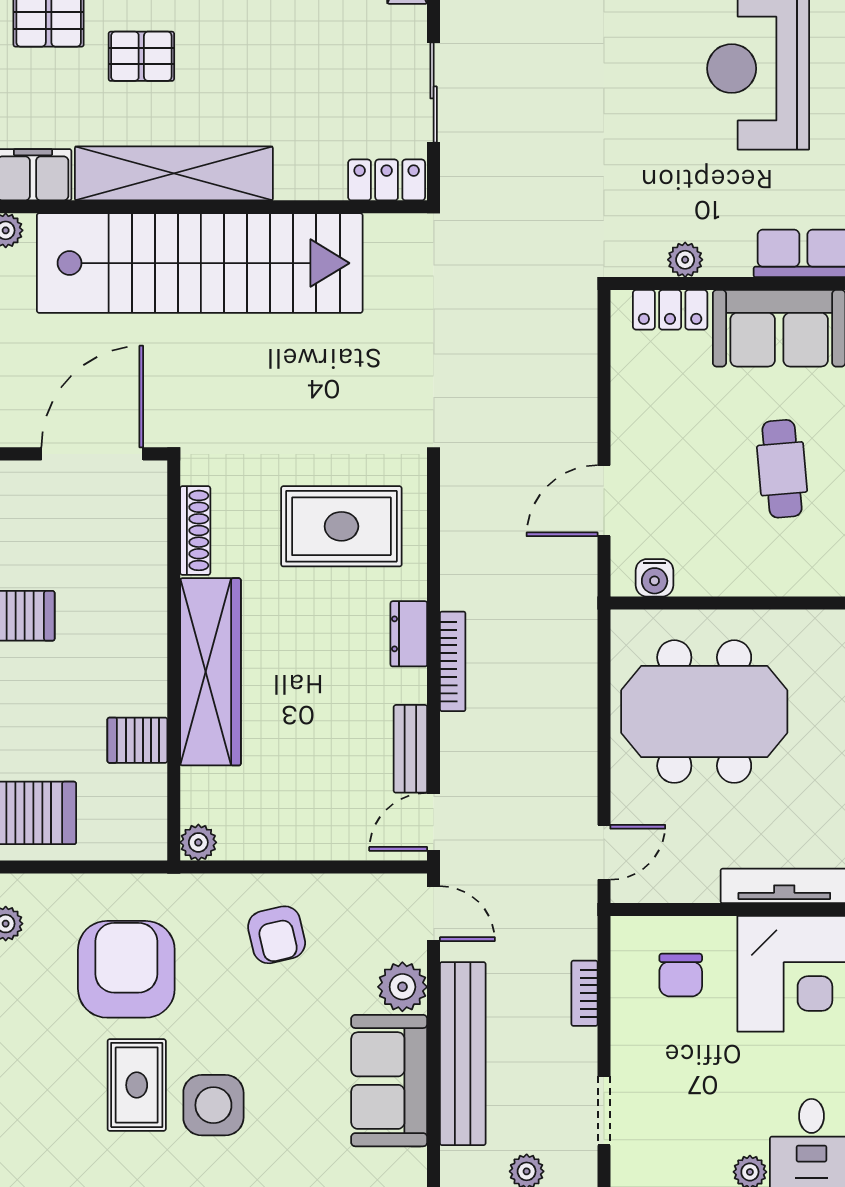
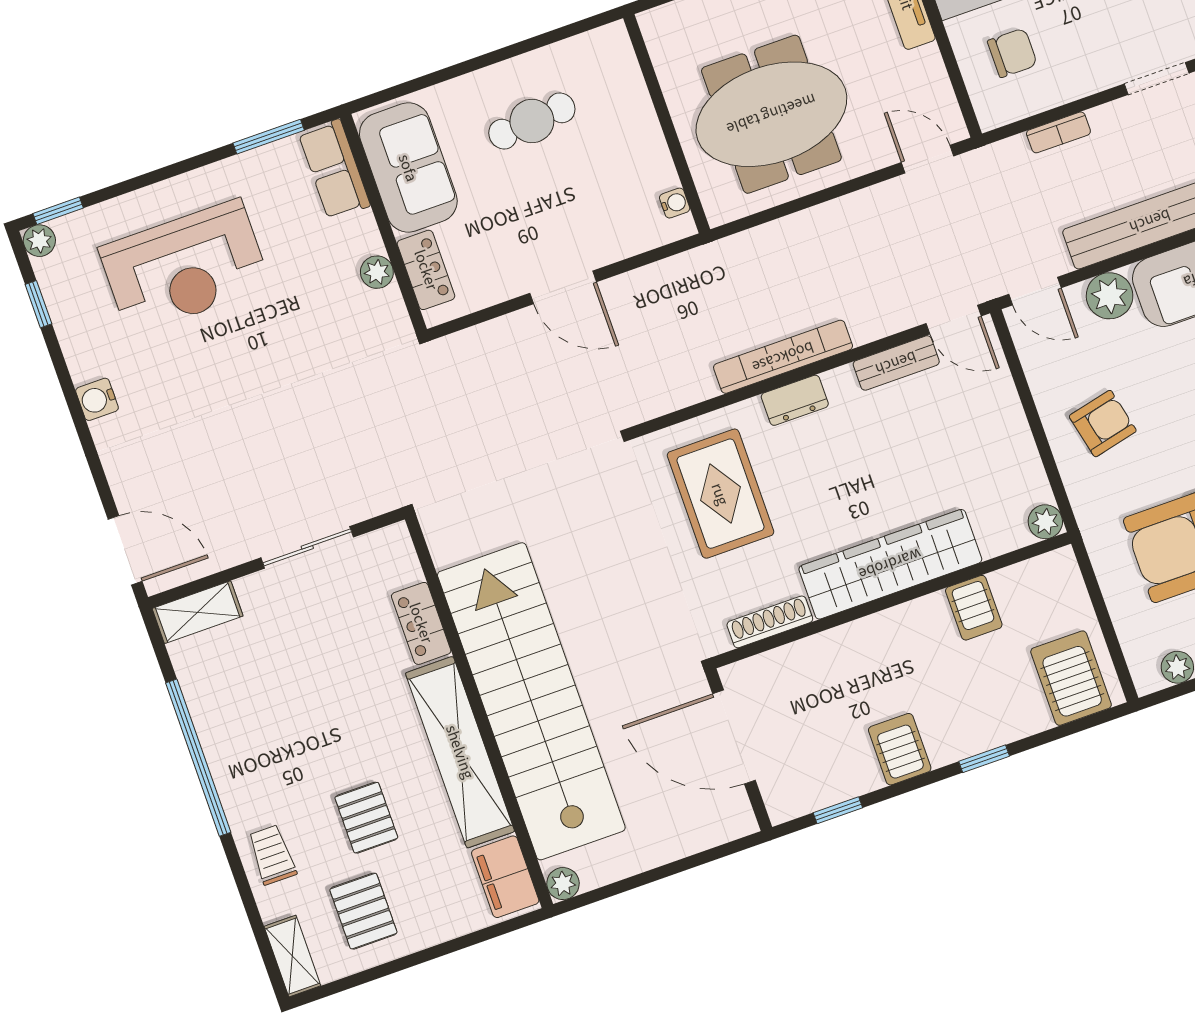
locker: (387, 180) -> (421, 623), moved
door: (604, 501) -> (563, 287), moved
water cooler: (655, 578) -> (675, 203), width x0.72, depth x0.72
bookcase: (453, 661) -> (783, 357), width x1.48, depth x1.31
meeting table: (704, 712) -> (771, 114), turned 90
door: (434, 914) -> (1035, 291), swing flipped

